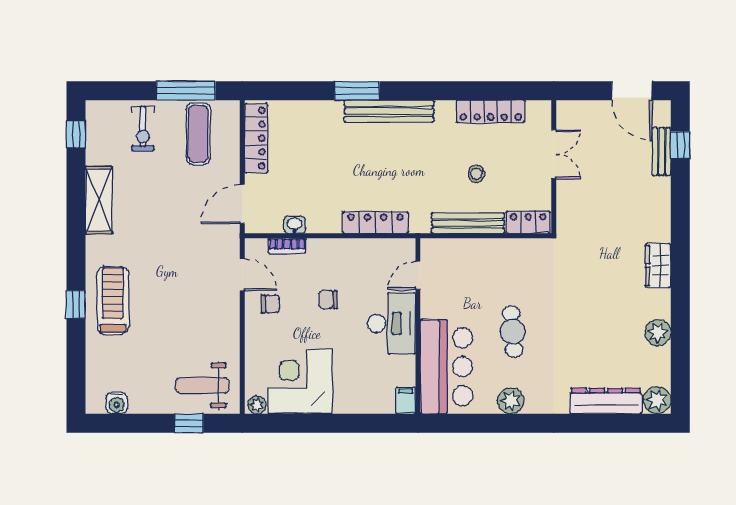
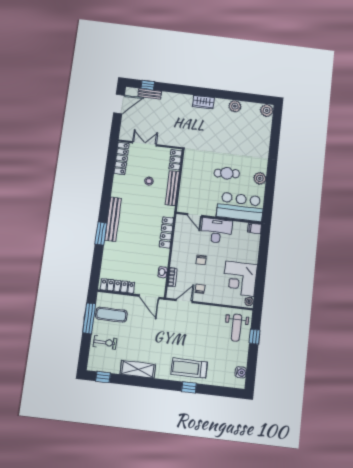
locker: (491, 111) -> (122, 158), moved
dresser: (606, 401) -> (265, 134), removed

